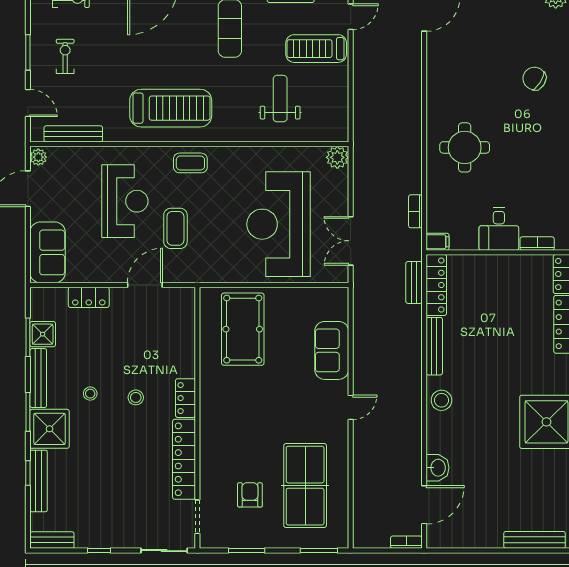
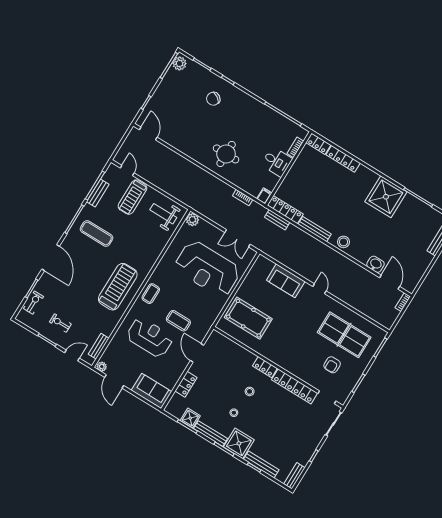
weight bench: (280, 99) -> (163, 214), moved
bench: (73, 134) -> (99, 346), width x0.73
armchair: (250, 495) -> (332, 365), turned -90

